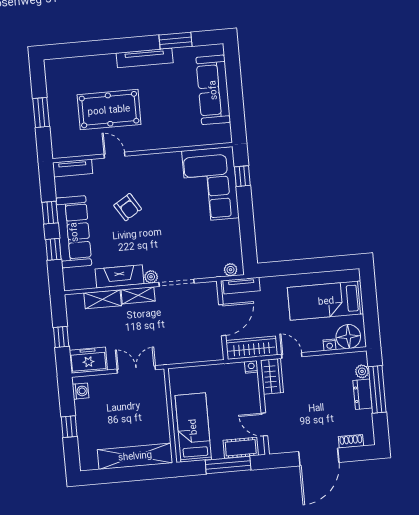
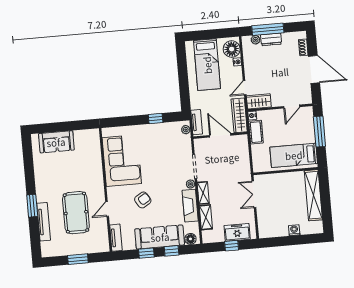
window: (176, 41) -> (32, 206), moved
tv unit: (145, 58) -> (44, 222), moved
sofa: (213, 90) -> (56, 142), width x0.73
window: (242, 176) -> (156, 118), moved
corner sofa: (210, 184) -> (122, 161), moved, turned -90
floor lamp: (71, 277) -> (190, 239), added
freezer: (88, 360) -> (237, 232), moved, turned 90
washing machine: (81, 391) -> (294, 230), moved
window: (69, 427) -> (293, 240), removed
cot: (241, 448) -> (256, 132), moved

